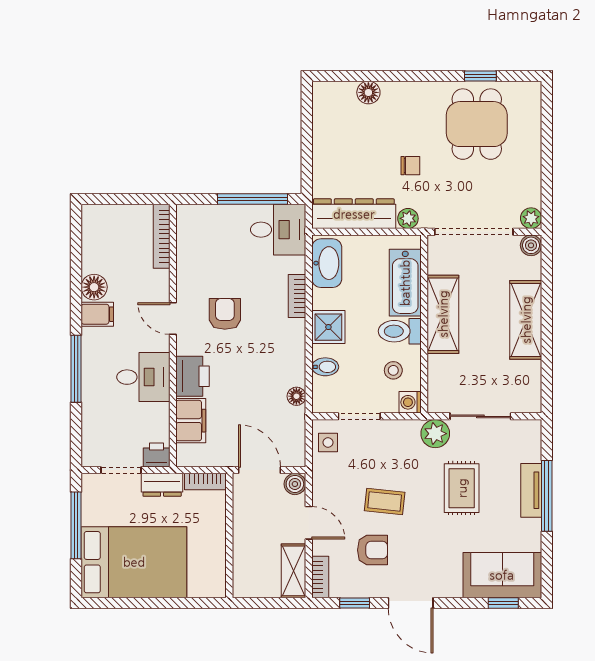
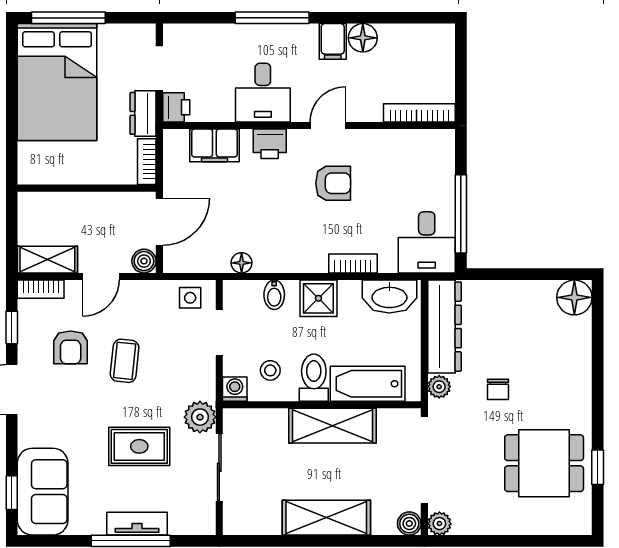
floor lamp: (368, 92) -> (574, 297), moved, width x1.38, depth x1.38
printer: (193, 376) -> (270, 144), width x0.73, depth x0.81
window: (76, 525) -> (68, 18), moved

